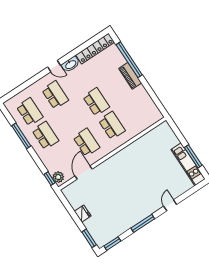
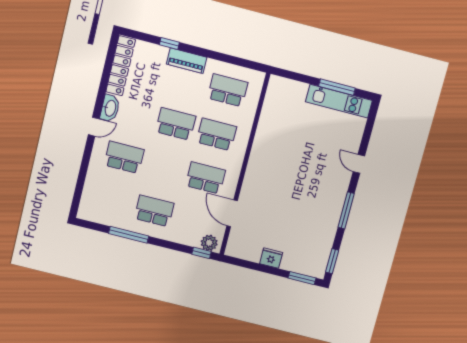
window: (129, 60) -> (169, 44), width x0.32
school desk: (30, 112) -> (228, 90), moved

